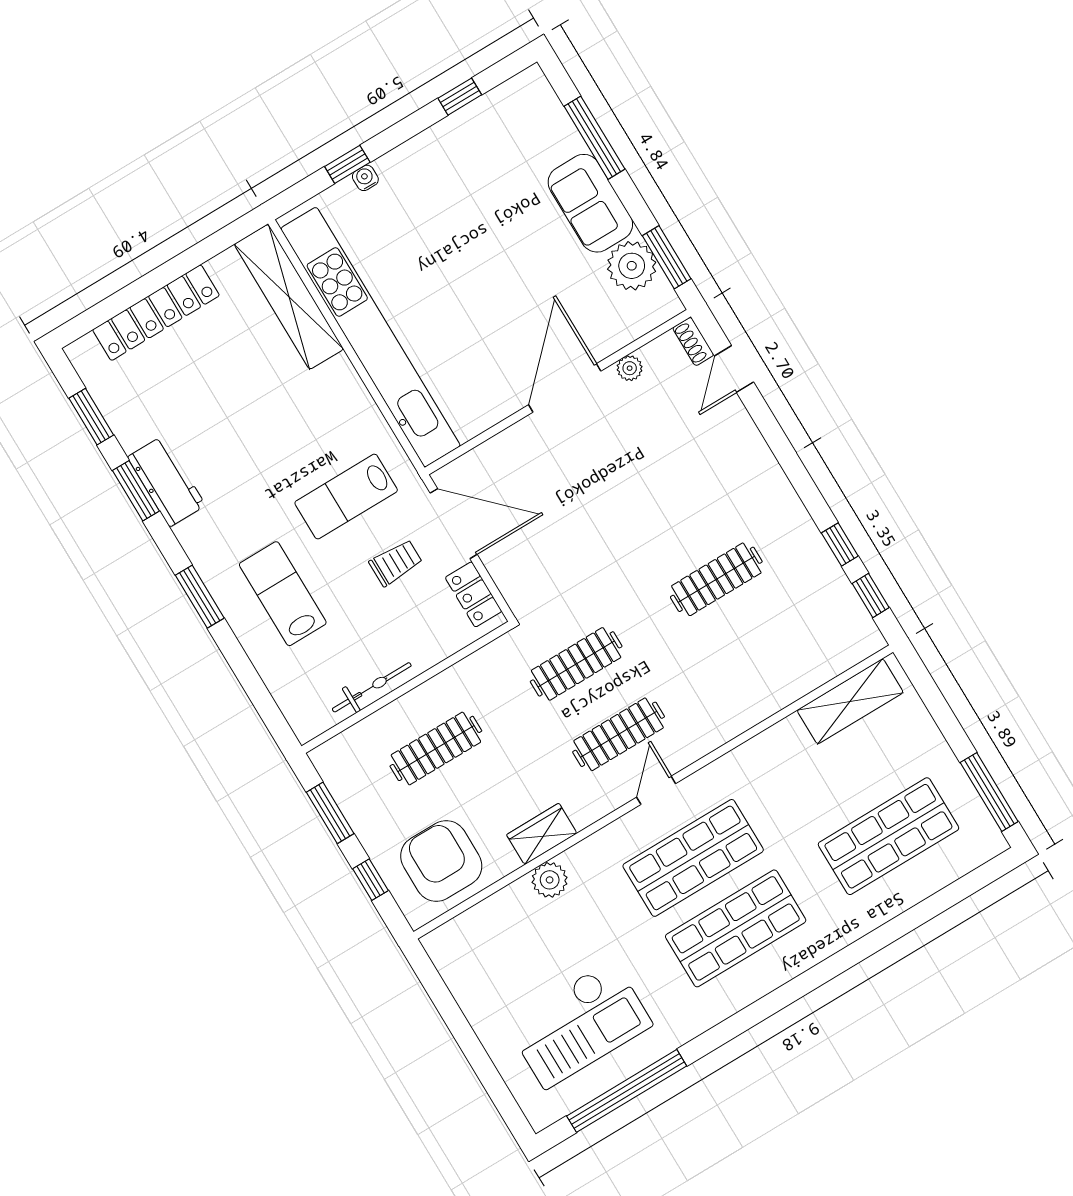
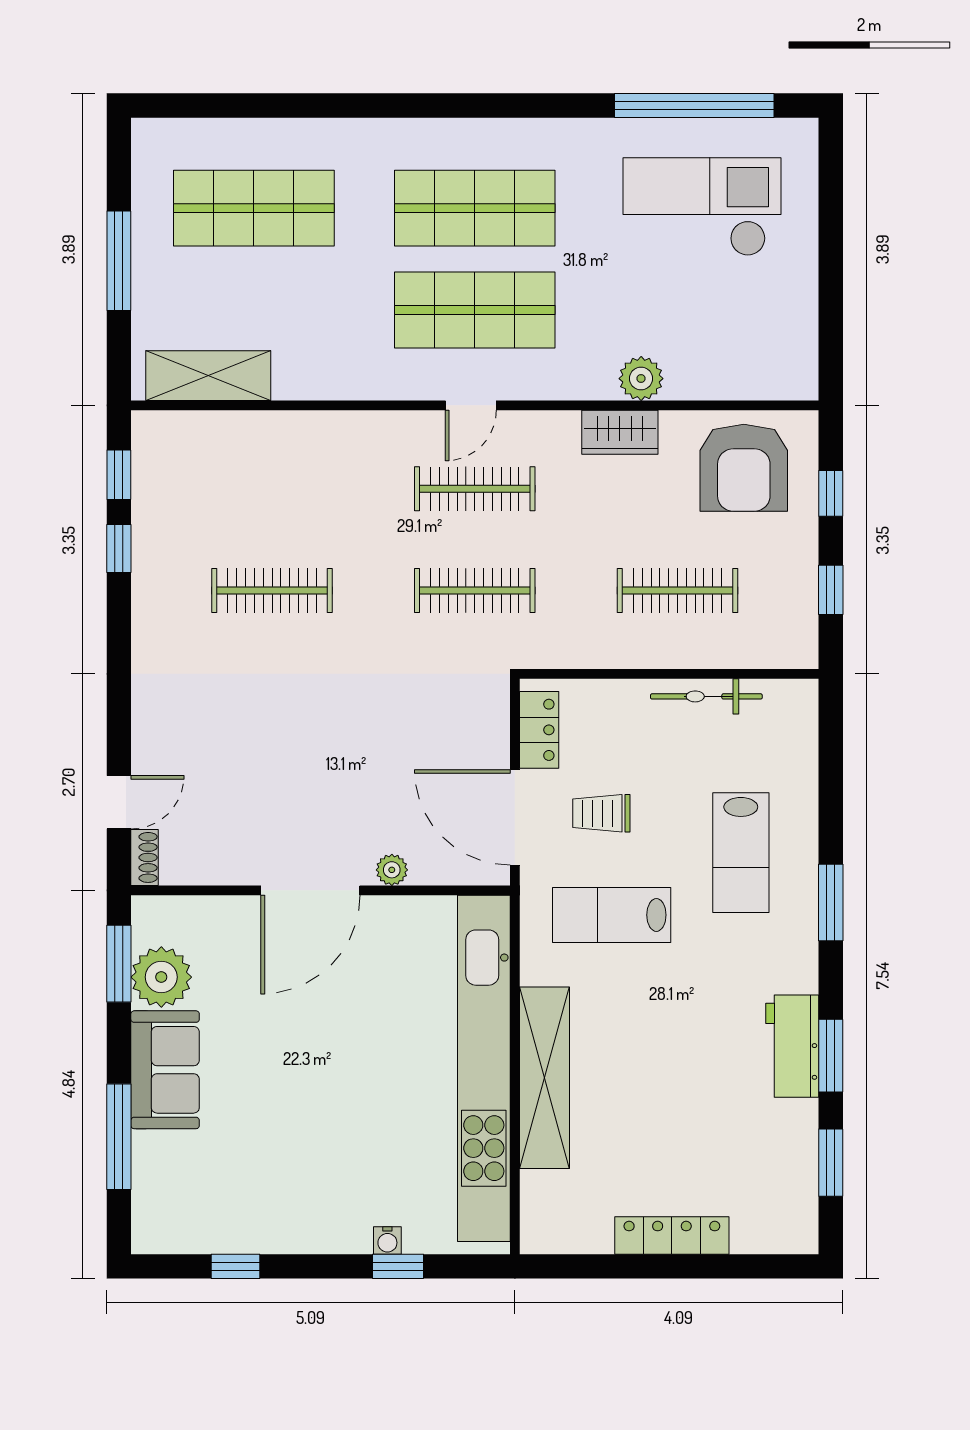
shelving: (289, 297) -> (544, 1078), moved
locker: (156, 313) -> (672, 1235), width x0.71, depth x0.83
plant: (630, 368) -> (392, 870), moved
lab bench: (346, 497) -> (612, 915), turned 180
window: (989, 792) -> (119, 261), moved
window: (330, 813) -> (831, 590), width x0.67

